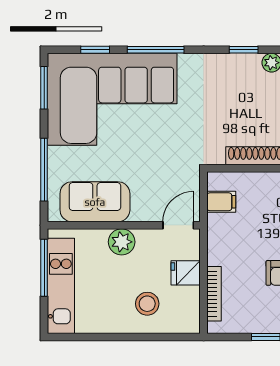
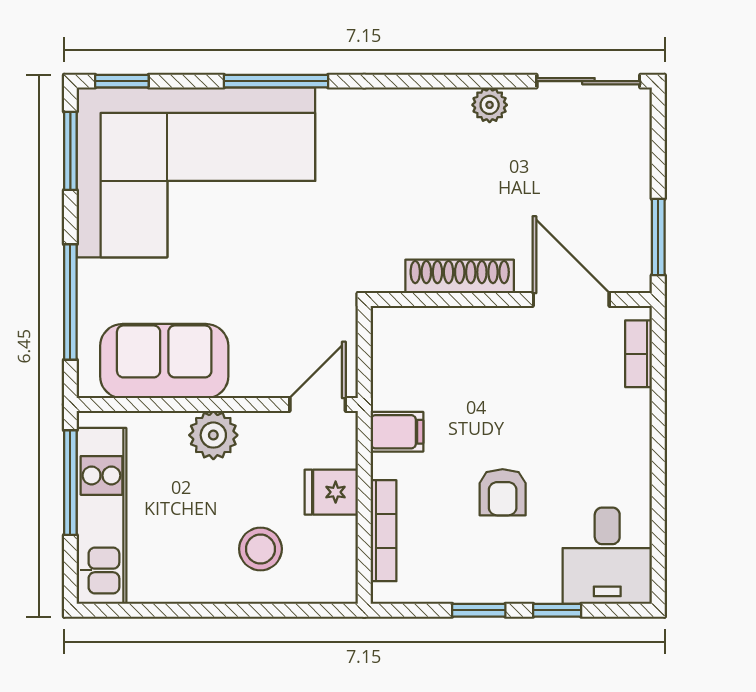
window: (95, 50) -> (122, 81), moved
window: (244, 50) -> (438, 81), removed
filing cabinet: (221, 202) -> (397, 432), moved

